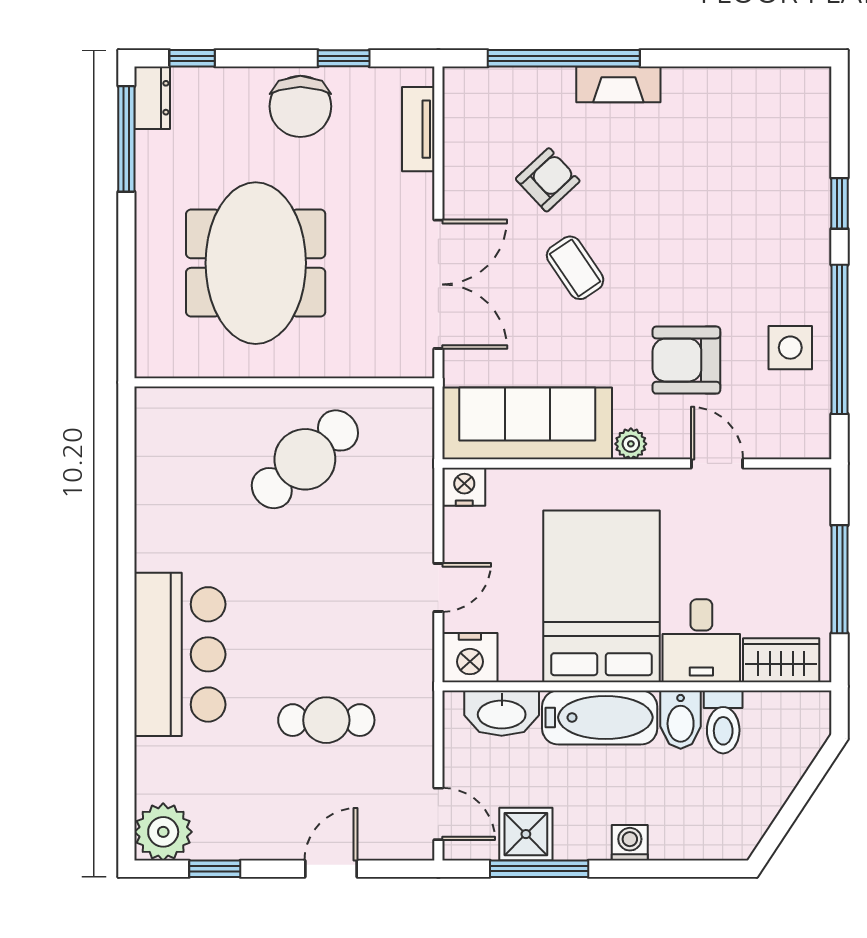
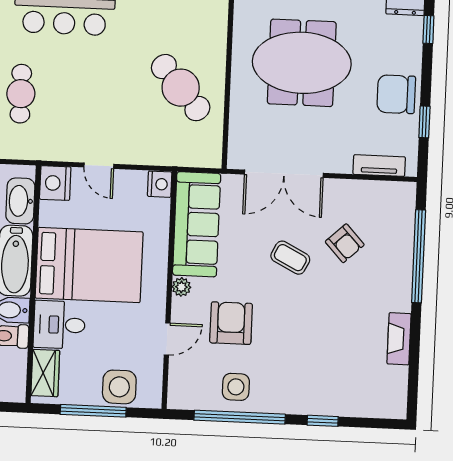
fireplace: (618, 84) -> (399, 339), moved
coffee table: (575, 268) -> (290, 258), turned 61
side table: (799, 538) -> (119, 387), added

